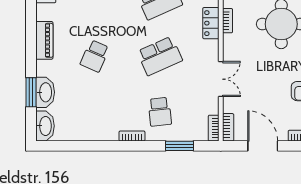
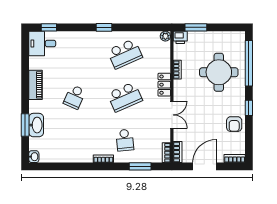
locker: (211, 23) -> (164, 85), moved
washbasin: (45, 126) -> (34, 157), width x0.52, depth x0.69
door: (263, 146) -> (204, 166), hinge flipped

